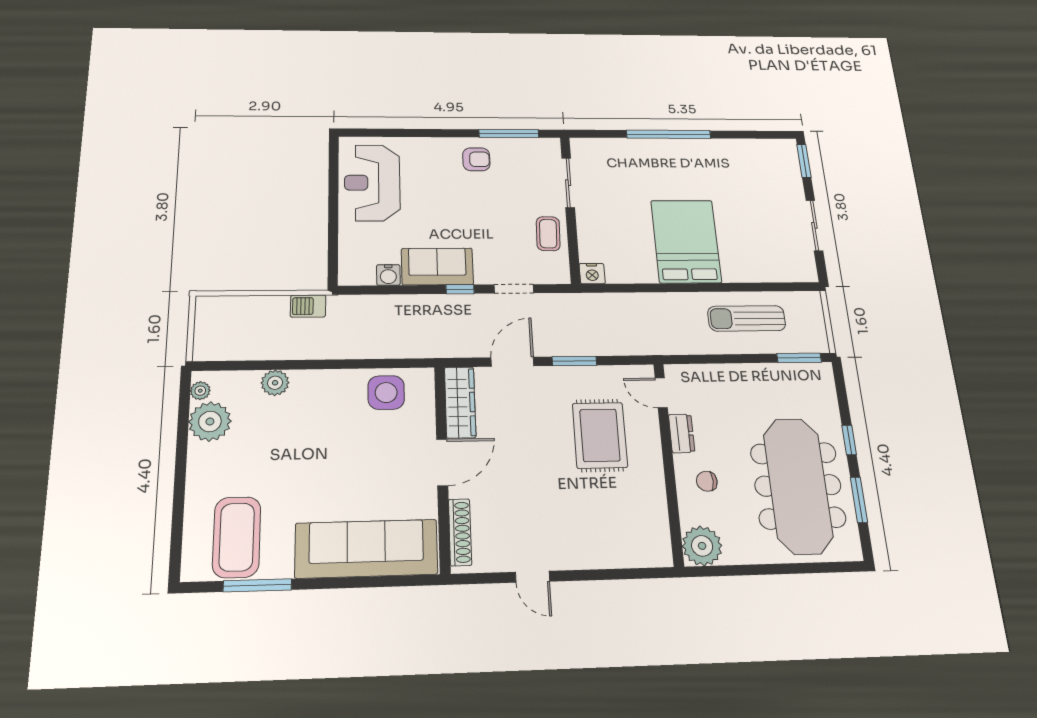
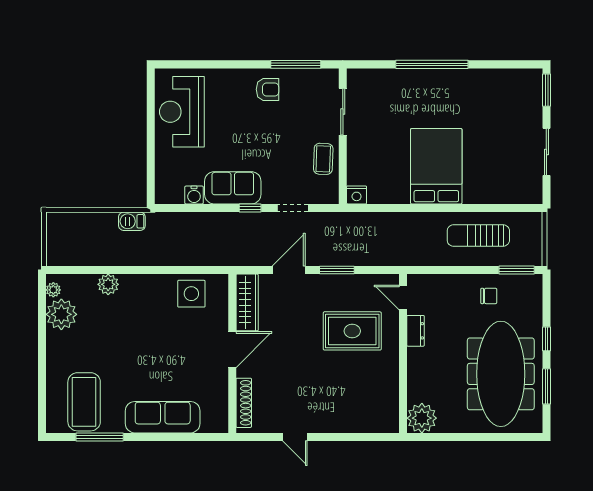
rug: (600, 435) -> (352, 331), turned 90
chair: (707, 481) -> (489, 296), moved, turned 180
sofa: (366, 549) -> (163, 417), width x0.74, depth x0.79

